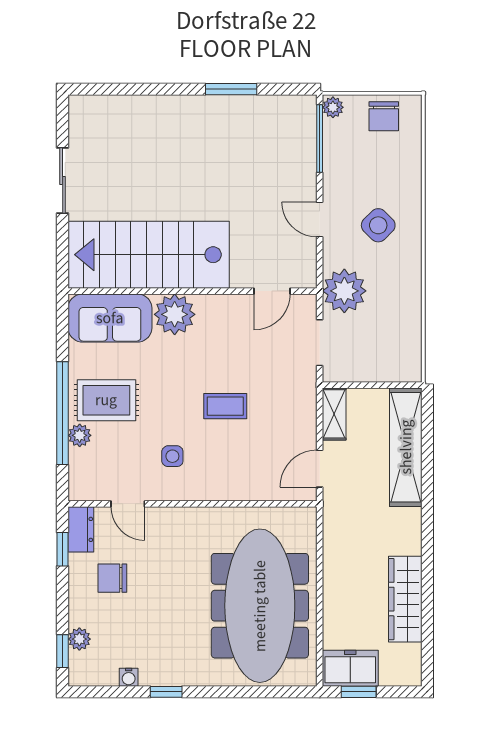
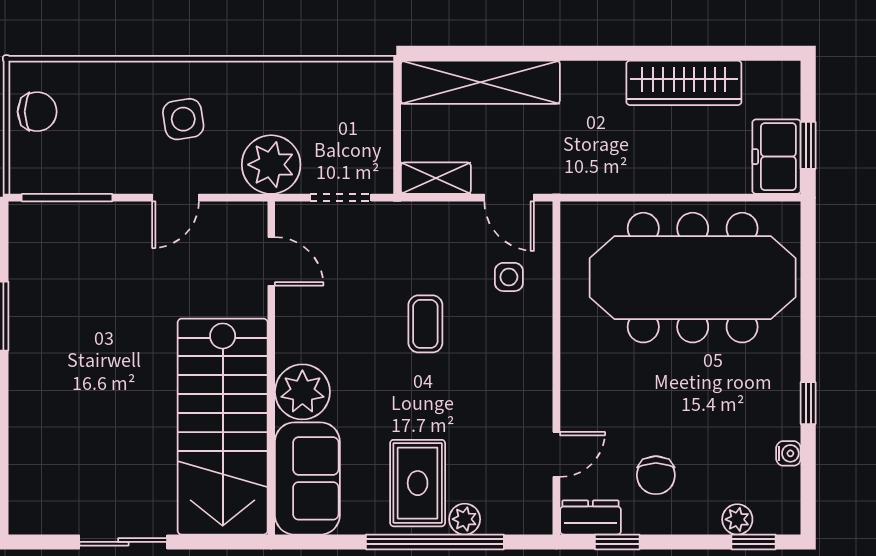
plant: (333, 107) -> (25, 180), removed
side table: (378, 225) -> (183, 119), turned 36
side table: (172, 456) -> (509, 277), moved

